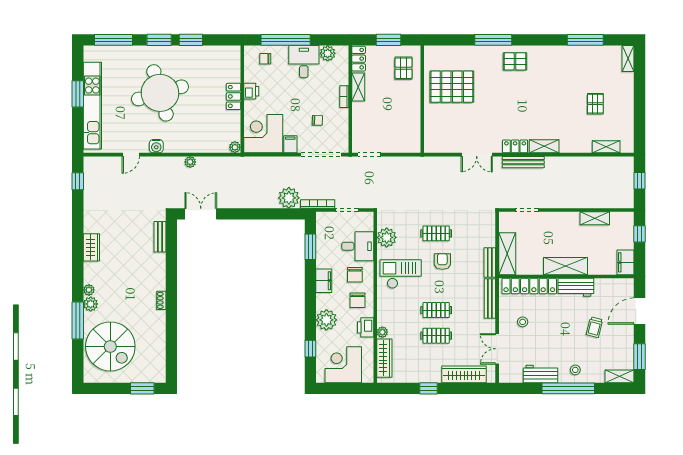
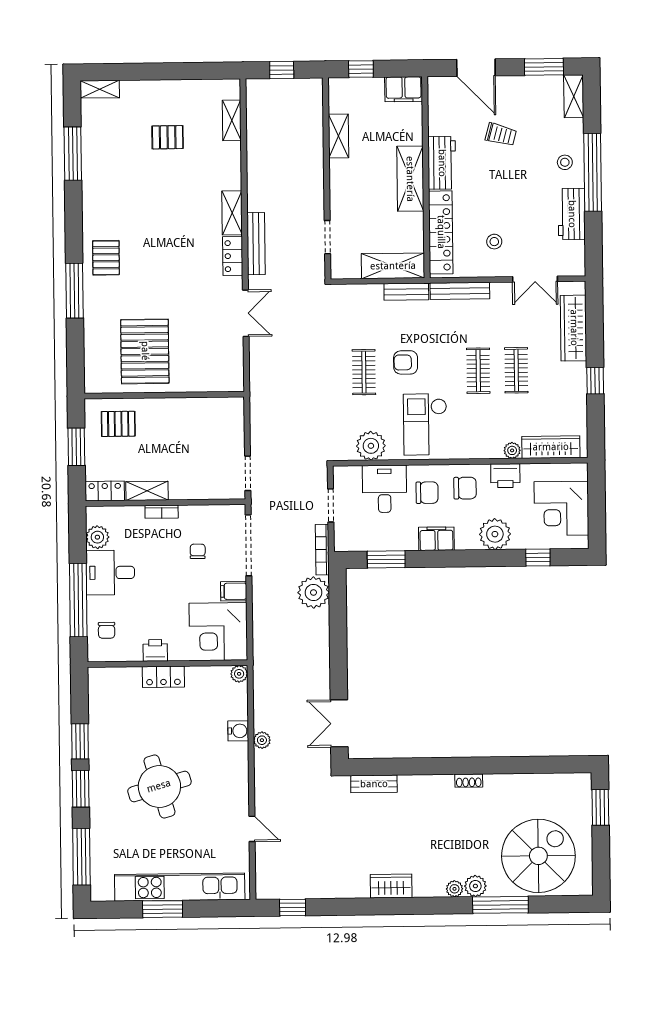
round table: (160, 93) -> (159, 786), width x0.73, depth x0.73
water cooler: (156, 146) -> (238, 731), moved

